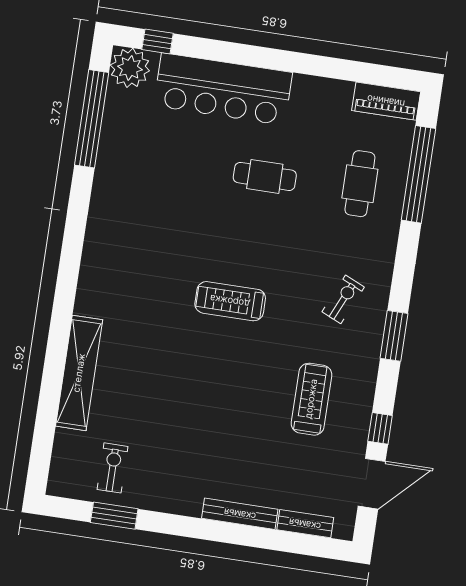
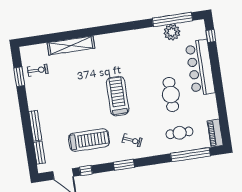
plant: (130, 68) -> (172, 32), moved
cafe table: (265, 176) -> (171, 95), width x1.37, depth x1.35
treadmill: (230, 301) -> (118, 96), width x1.37, depth x1.38
treadmill: (311, 399) -> (89, 140), width x1.37, depth x1.38

